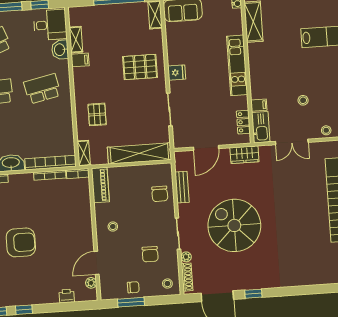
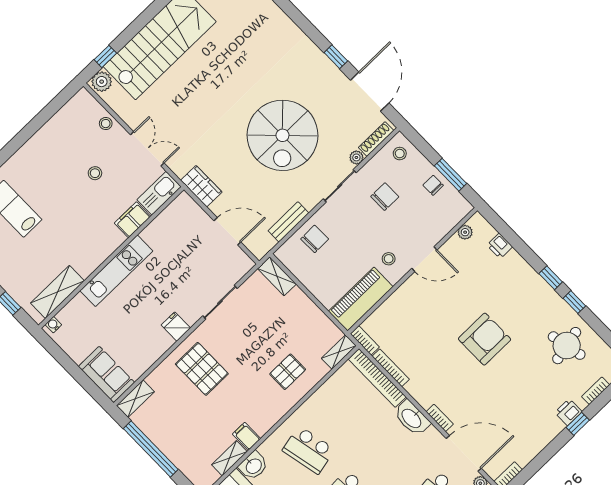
filing cabinet: (259, 105) -> (133, 220), width x2.00
locker: (243, 122) -> (169, 215), removed
shelving: (139, 153) -> (277, 276), width x0.45, depth x0.75
piano: (100, 185) -> (361, 299), width x1.37, depth x1.33
armchair: (21, 242) -> (485, 339), turned 90
door: (97, 263) -> (424, 259), moved

